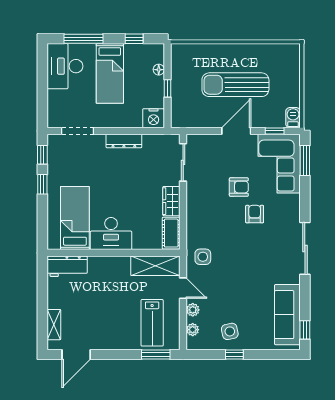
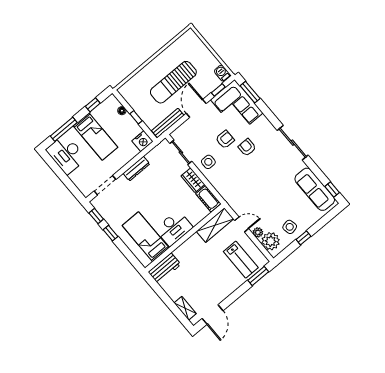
bench: (195, 121) -> (168, 123), added
side table: (203, 257) -> (208, 162), moved
plant: (193, 330) -> (271, 241), width x1.88, depth x1.88

